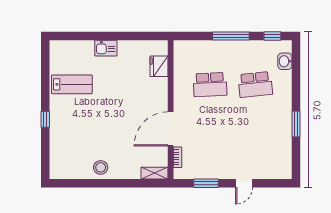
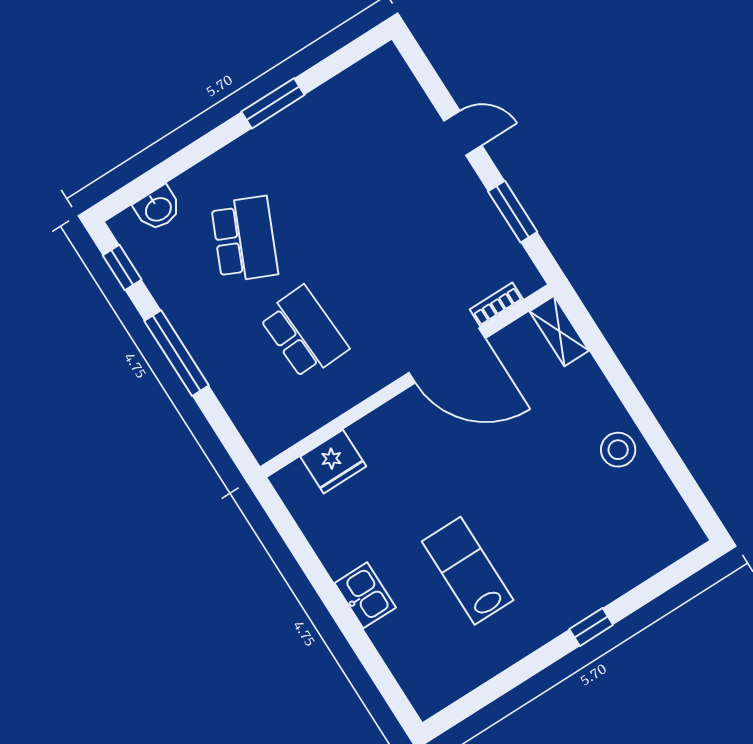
lab bench: (72, 84) -> (468, 571), moved
school desk: (255, 85) -> (245, 239), turned 30

